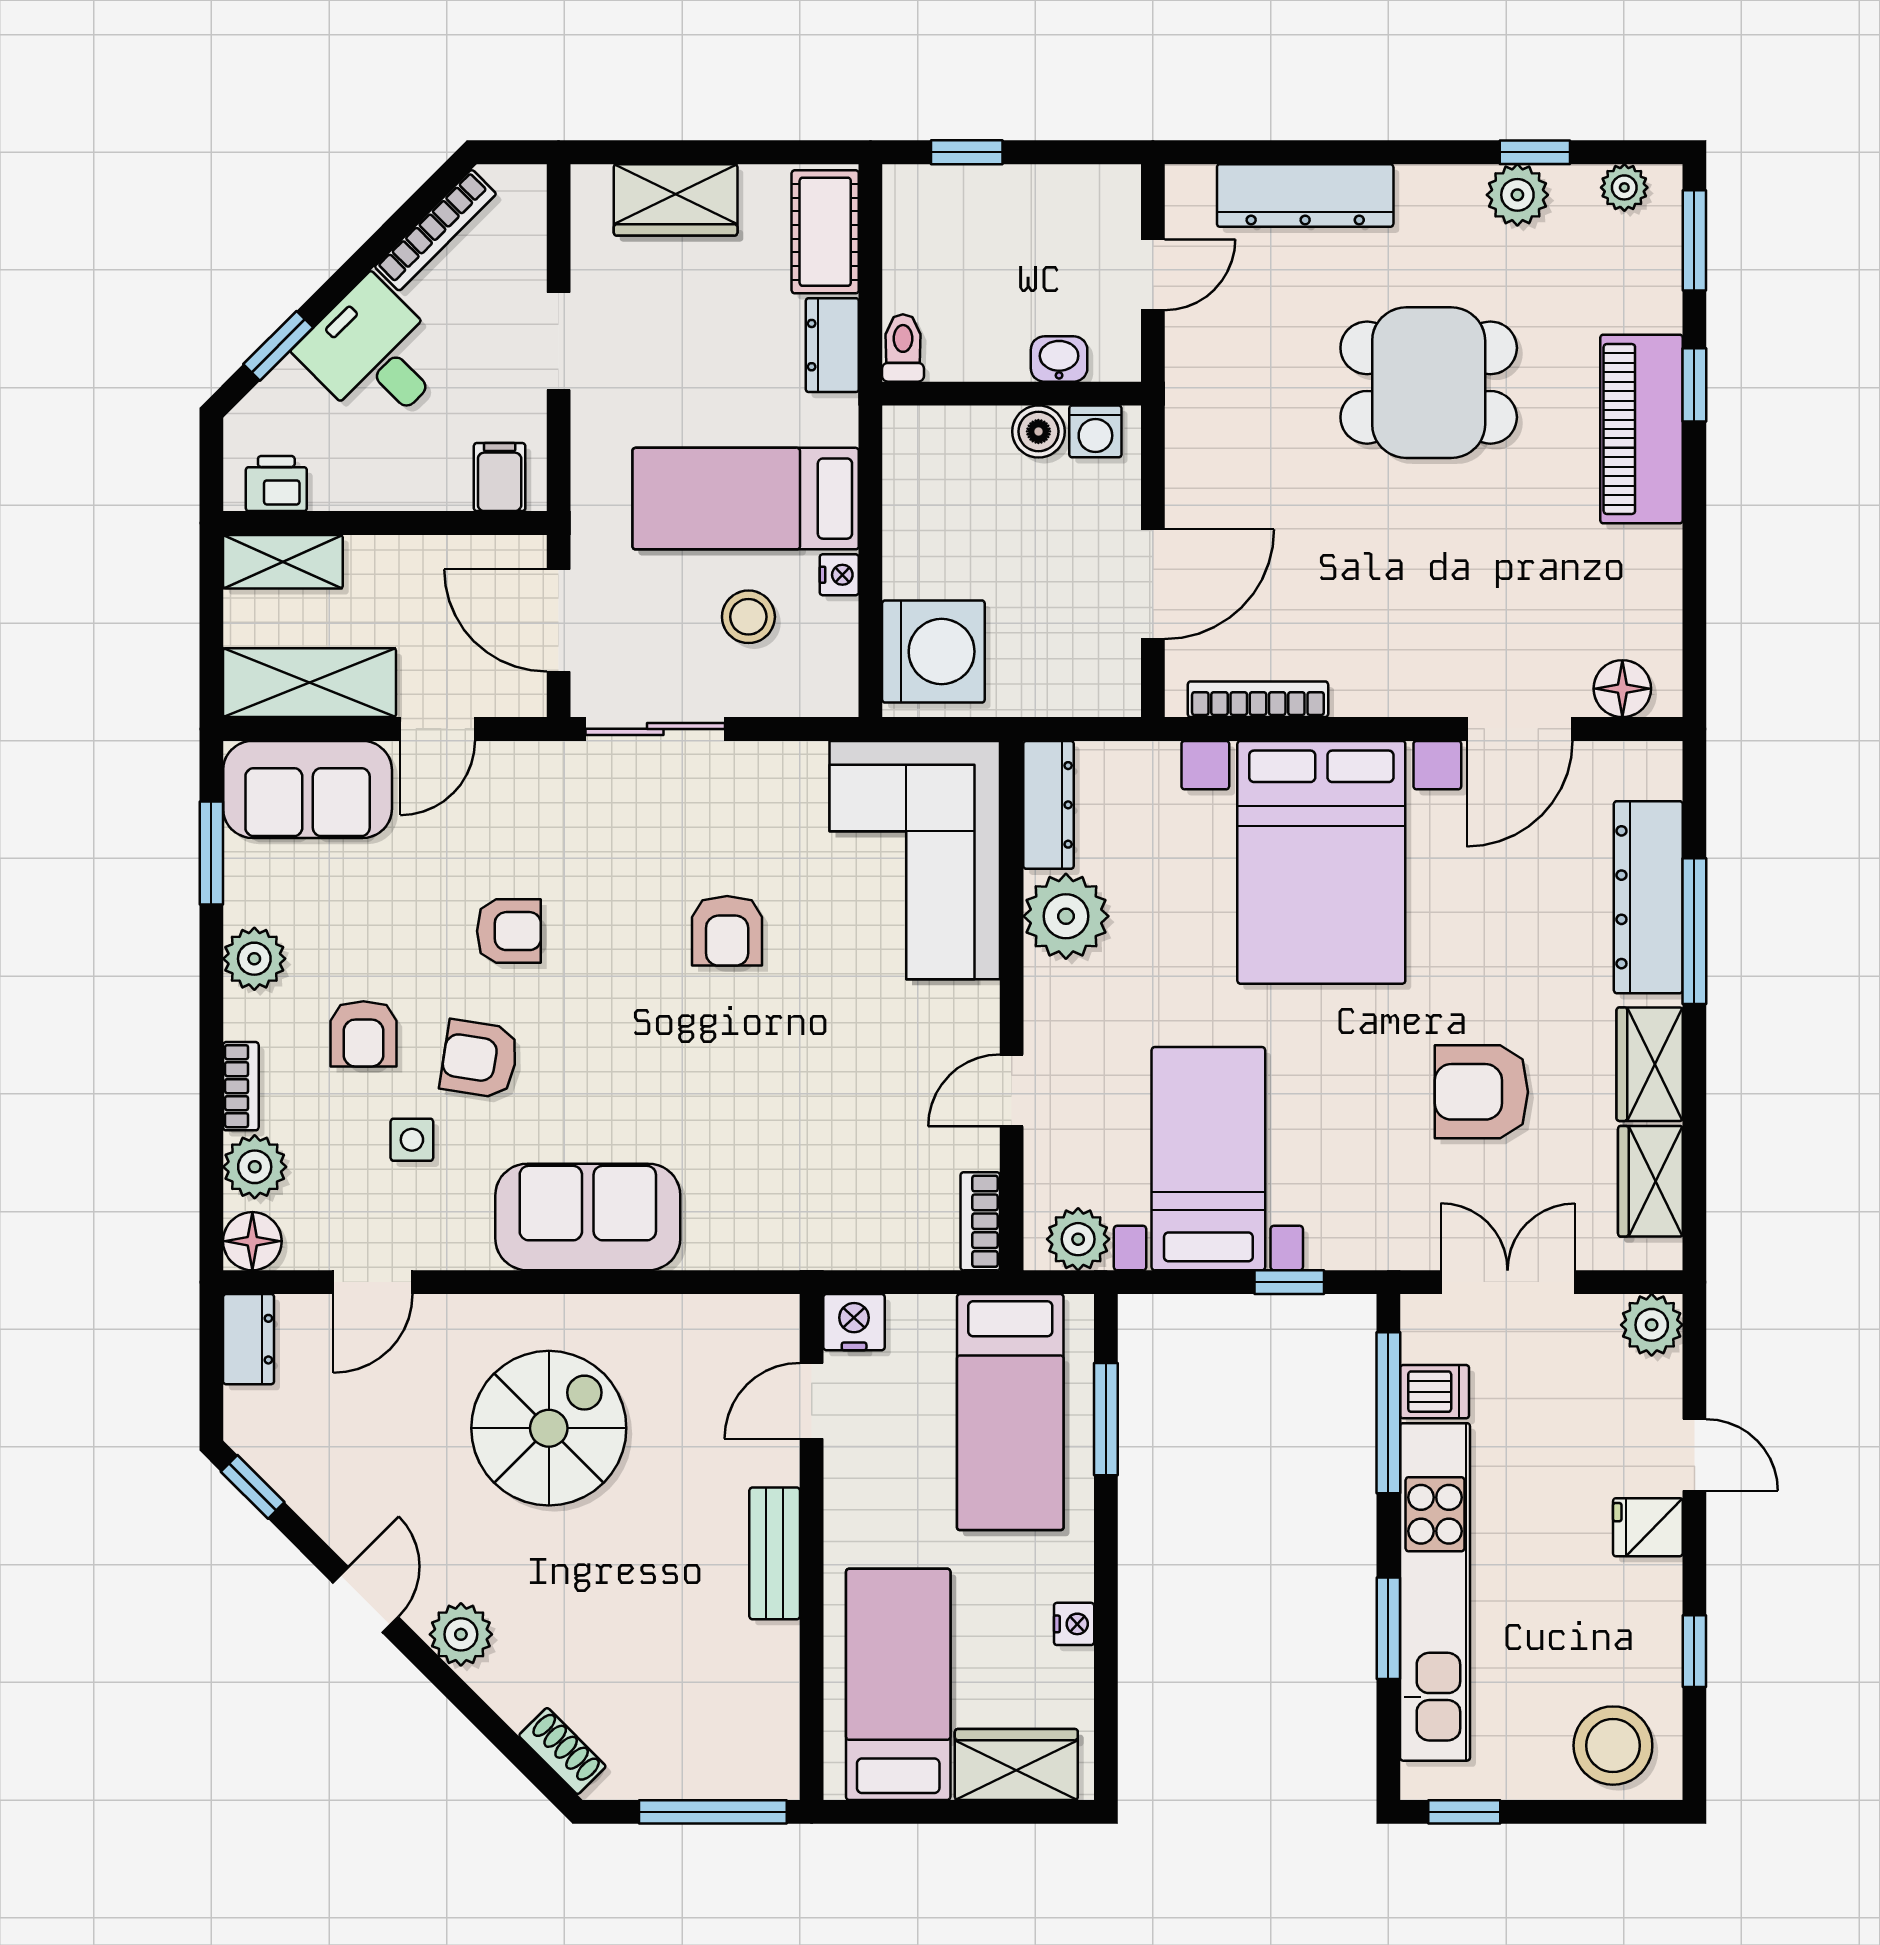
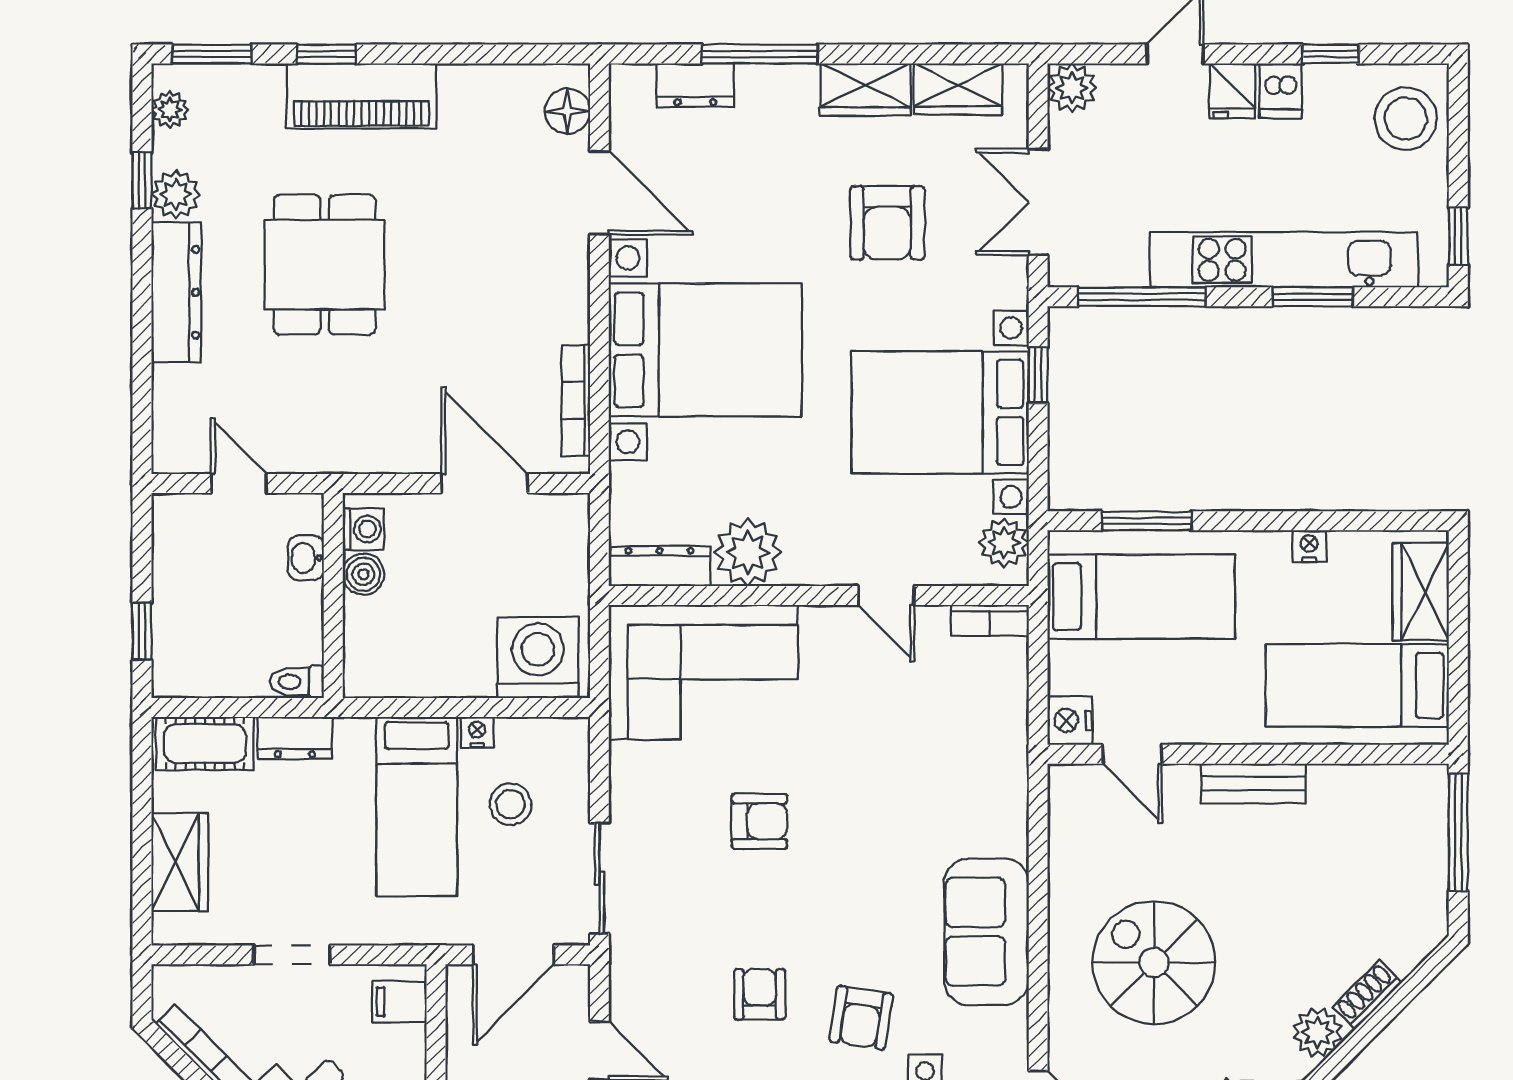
dresser: (1305, 195) -> (176, 292), moved
dresser: (1648, 897) -> (695, 85), width x0.51, depth x0.80
bed with nightstands: (1208, 1159) -> (940, 412), width x1.36
dishwasher: (1435, 1392) -> (1281, 91), moved, turned 180
shoe rack: (562, 1751) -> (1367, 995), moved

